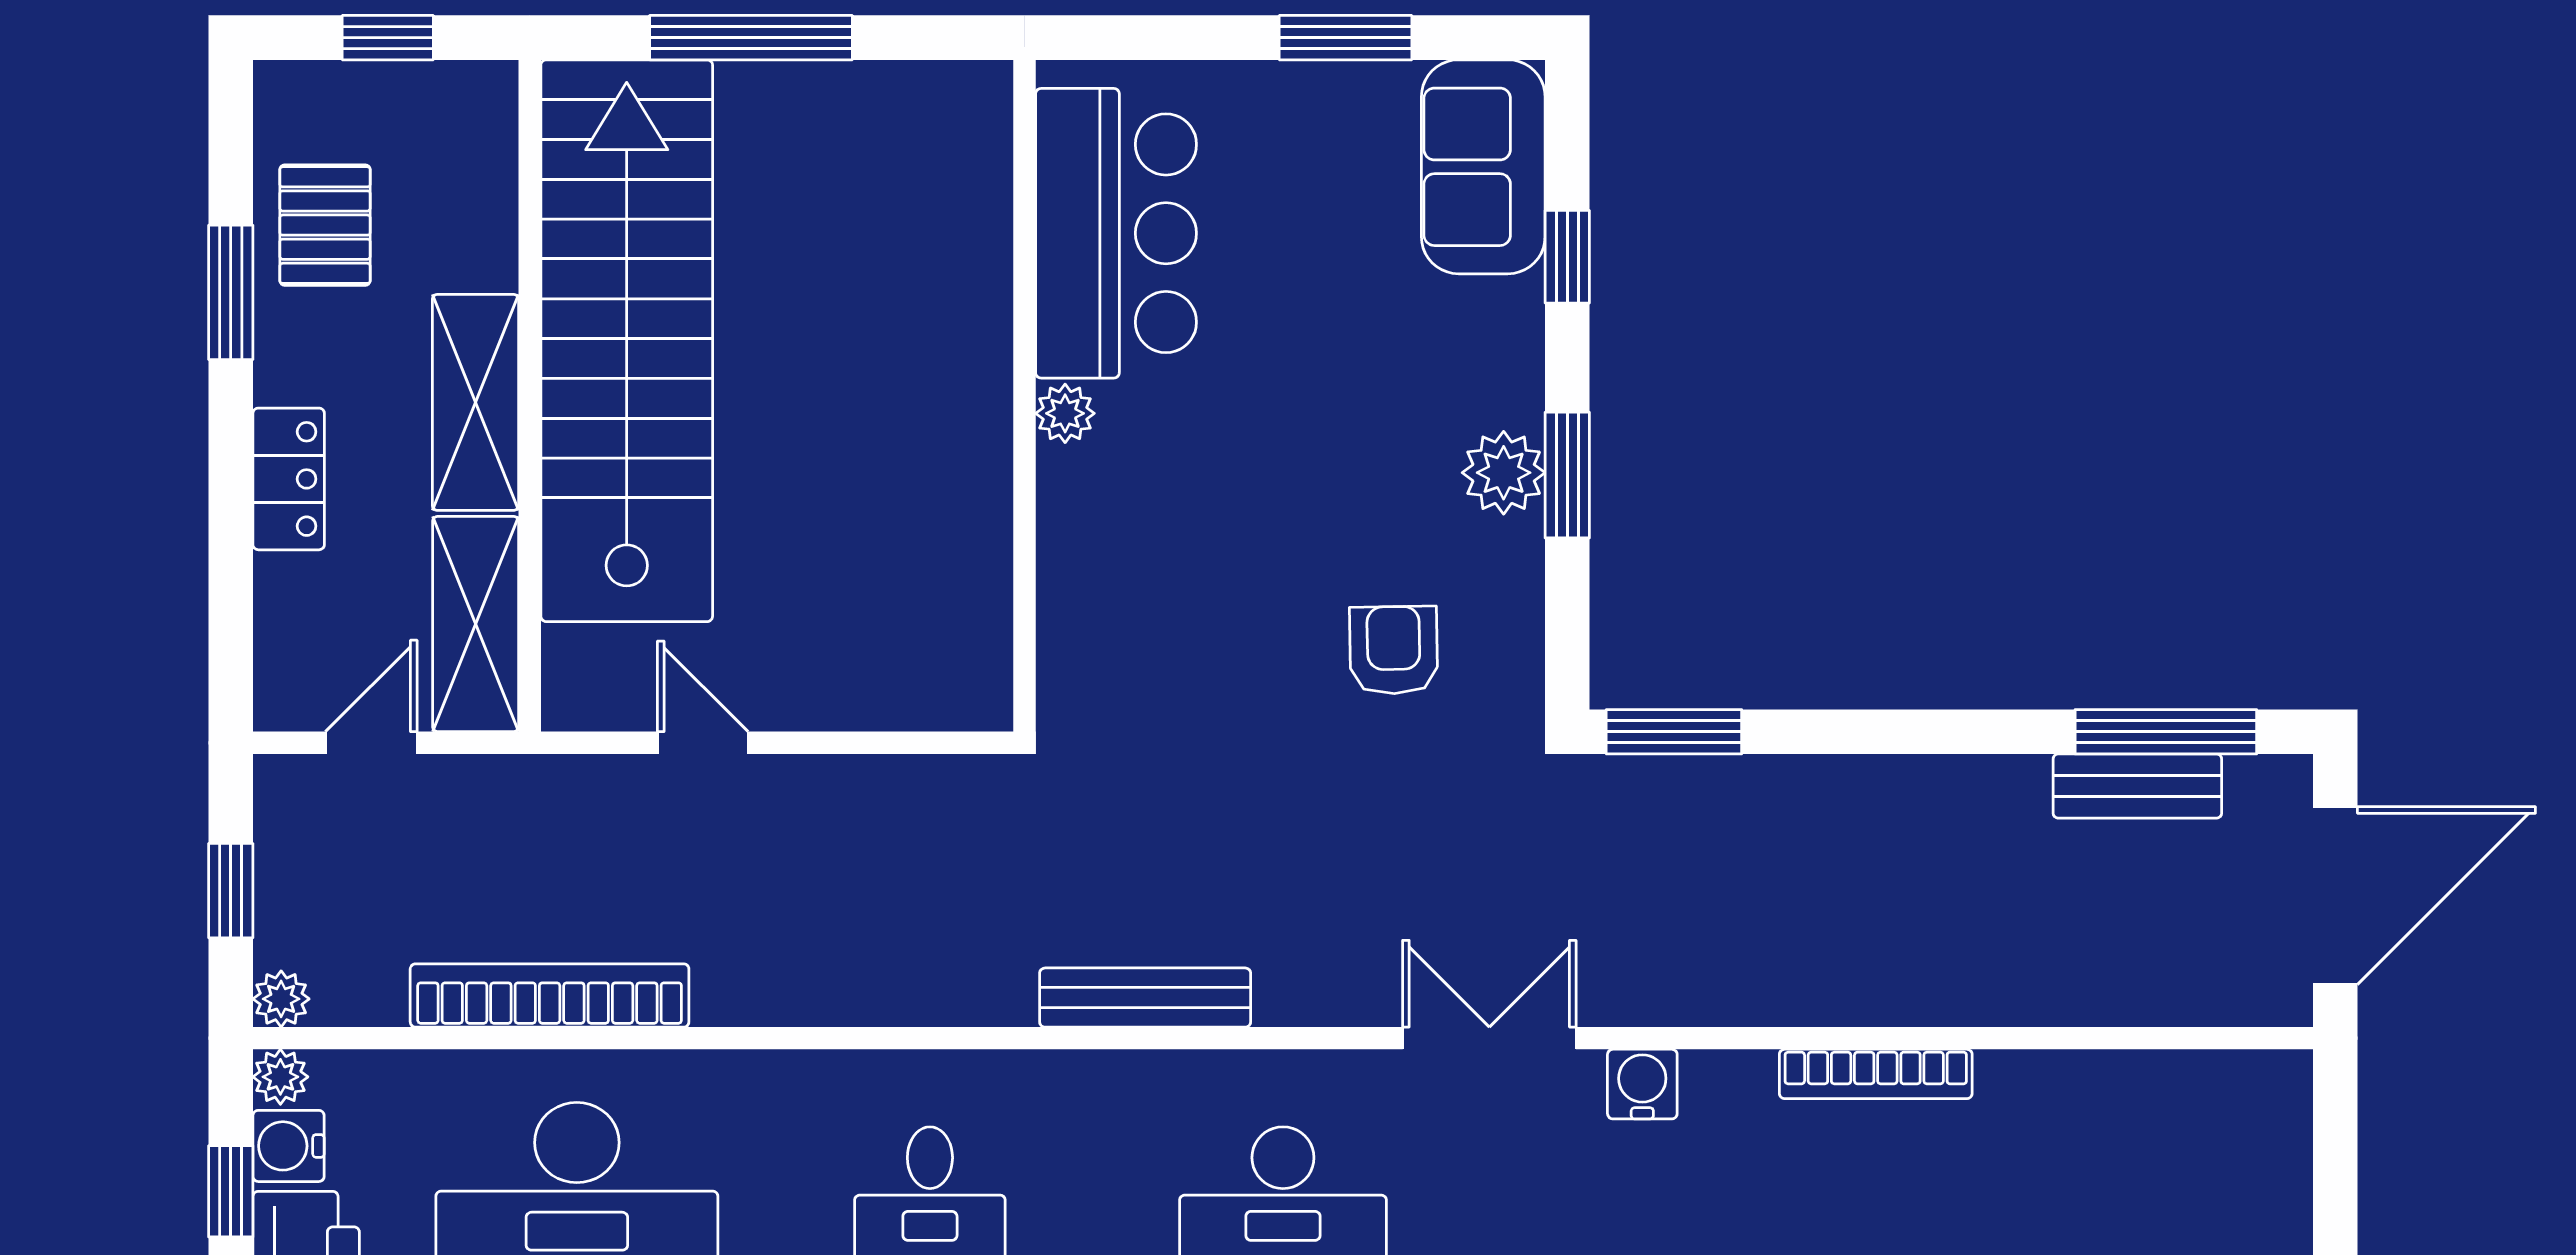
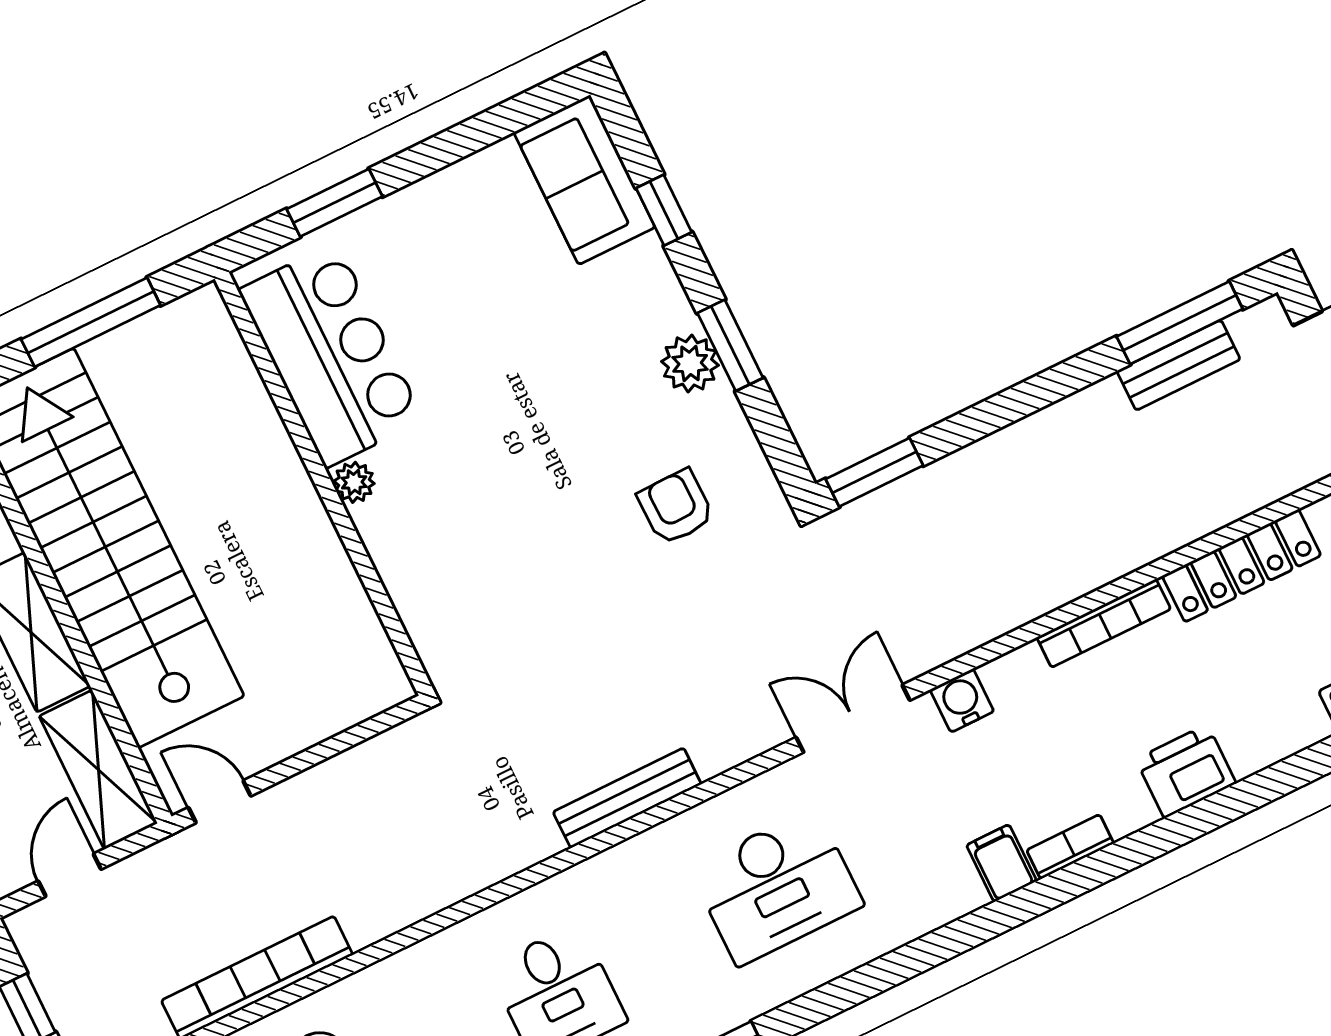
window: (1346, 38) -> (335, 203), moved
bar counter: (1116, 233) -> (331, 355), moved
wall: (1025, 396) -> (324, 484), moved
plant: (1065, 413) -> (354, 482), moved
door: (703, 743) -> (220, 802), moved
locker: (2092, 1087) -> (1242, 566), added

